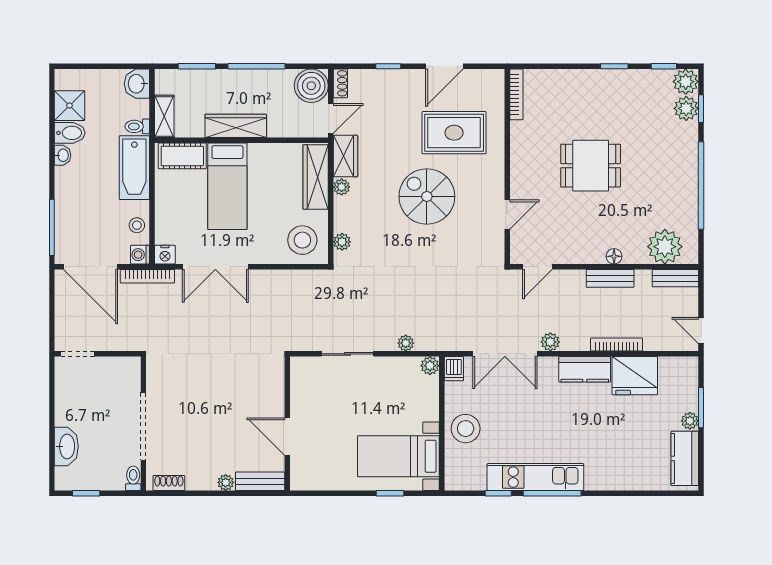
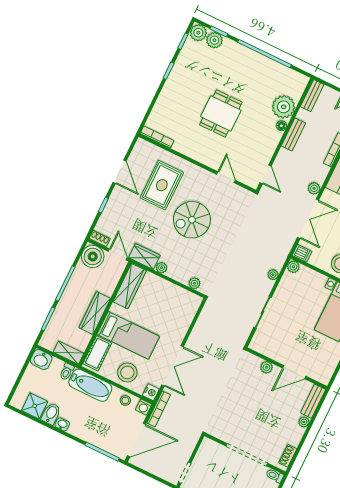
wardrobe: (316, 177) -> (130, 286), moved, turned -90
stool: (302, 240) -> (127, 373), moved
plant: (665, 247) -> (284, 107), moved
plant: (275, 395) -> (266, 367), added

